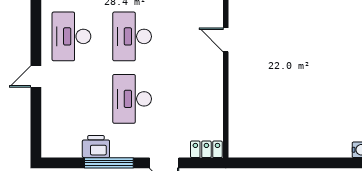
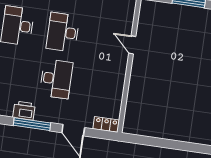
desk: (132, 99) -> (56, 79), turned 180

